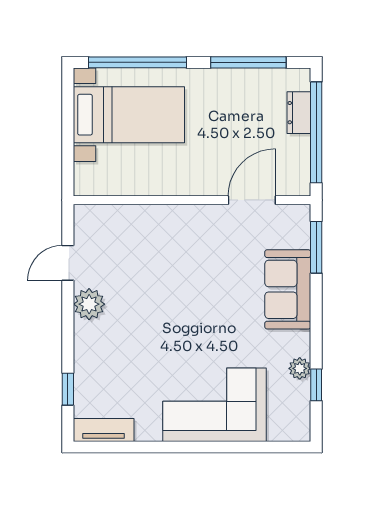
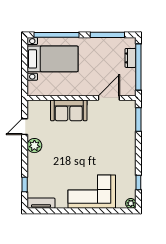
sofa: (288, 289) -> (69, 110), moved, turned -90
plant: (300, 368) -> (131, 203), moved

